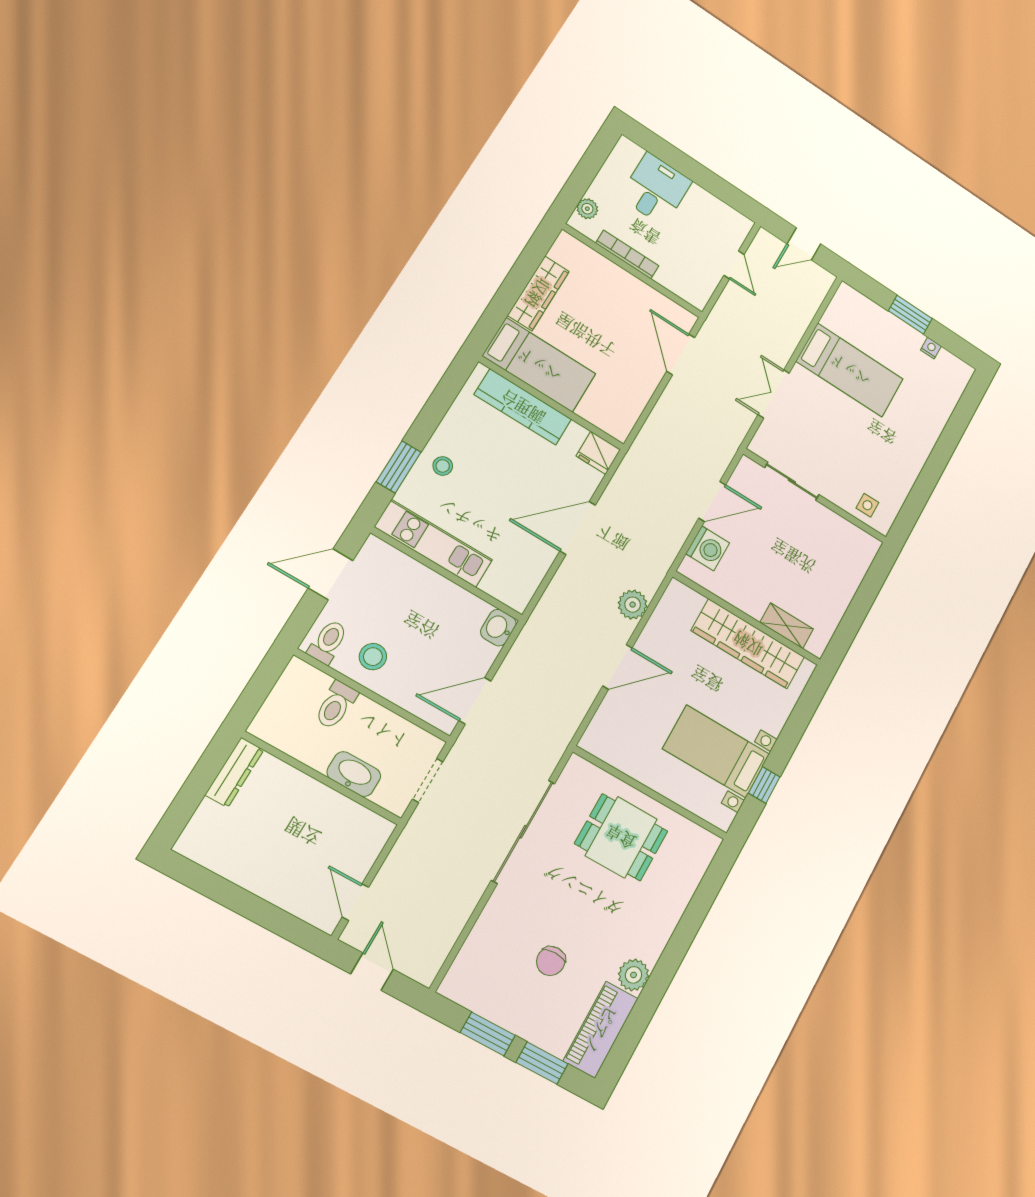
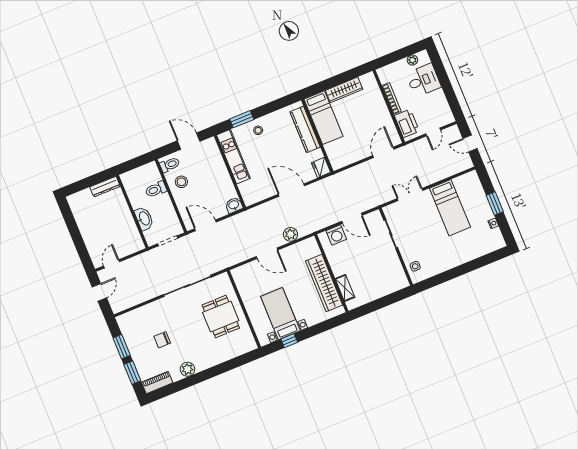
plant: (587, 209) -> (412, 60), moved
printer: (682, 279) -> (407, 123), added
piano: (601, 1030) -> (157, 383), width x0.73, depth x0.75

